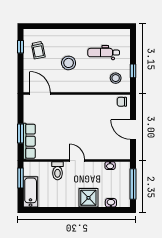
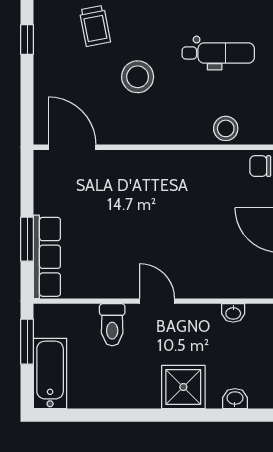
trolley: (38, 50) -> (95, 26), moved
dental chair: (104, 53) -> (218, 53), turned 180
stool: (116, 78) -> (226, 128), moved

